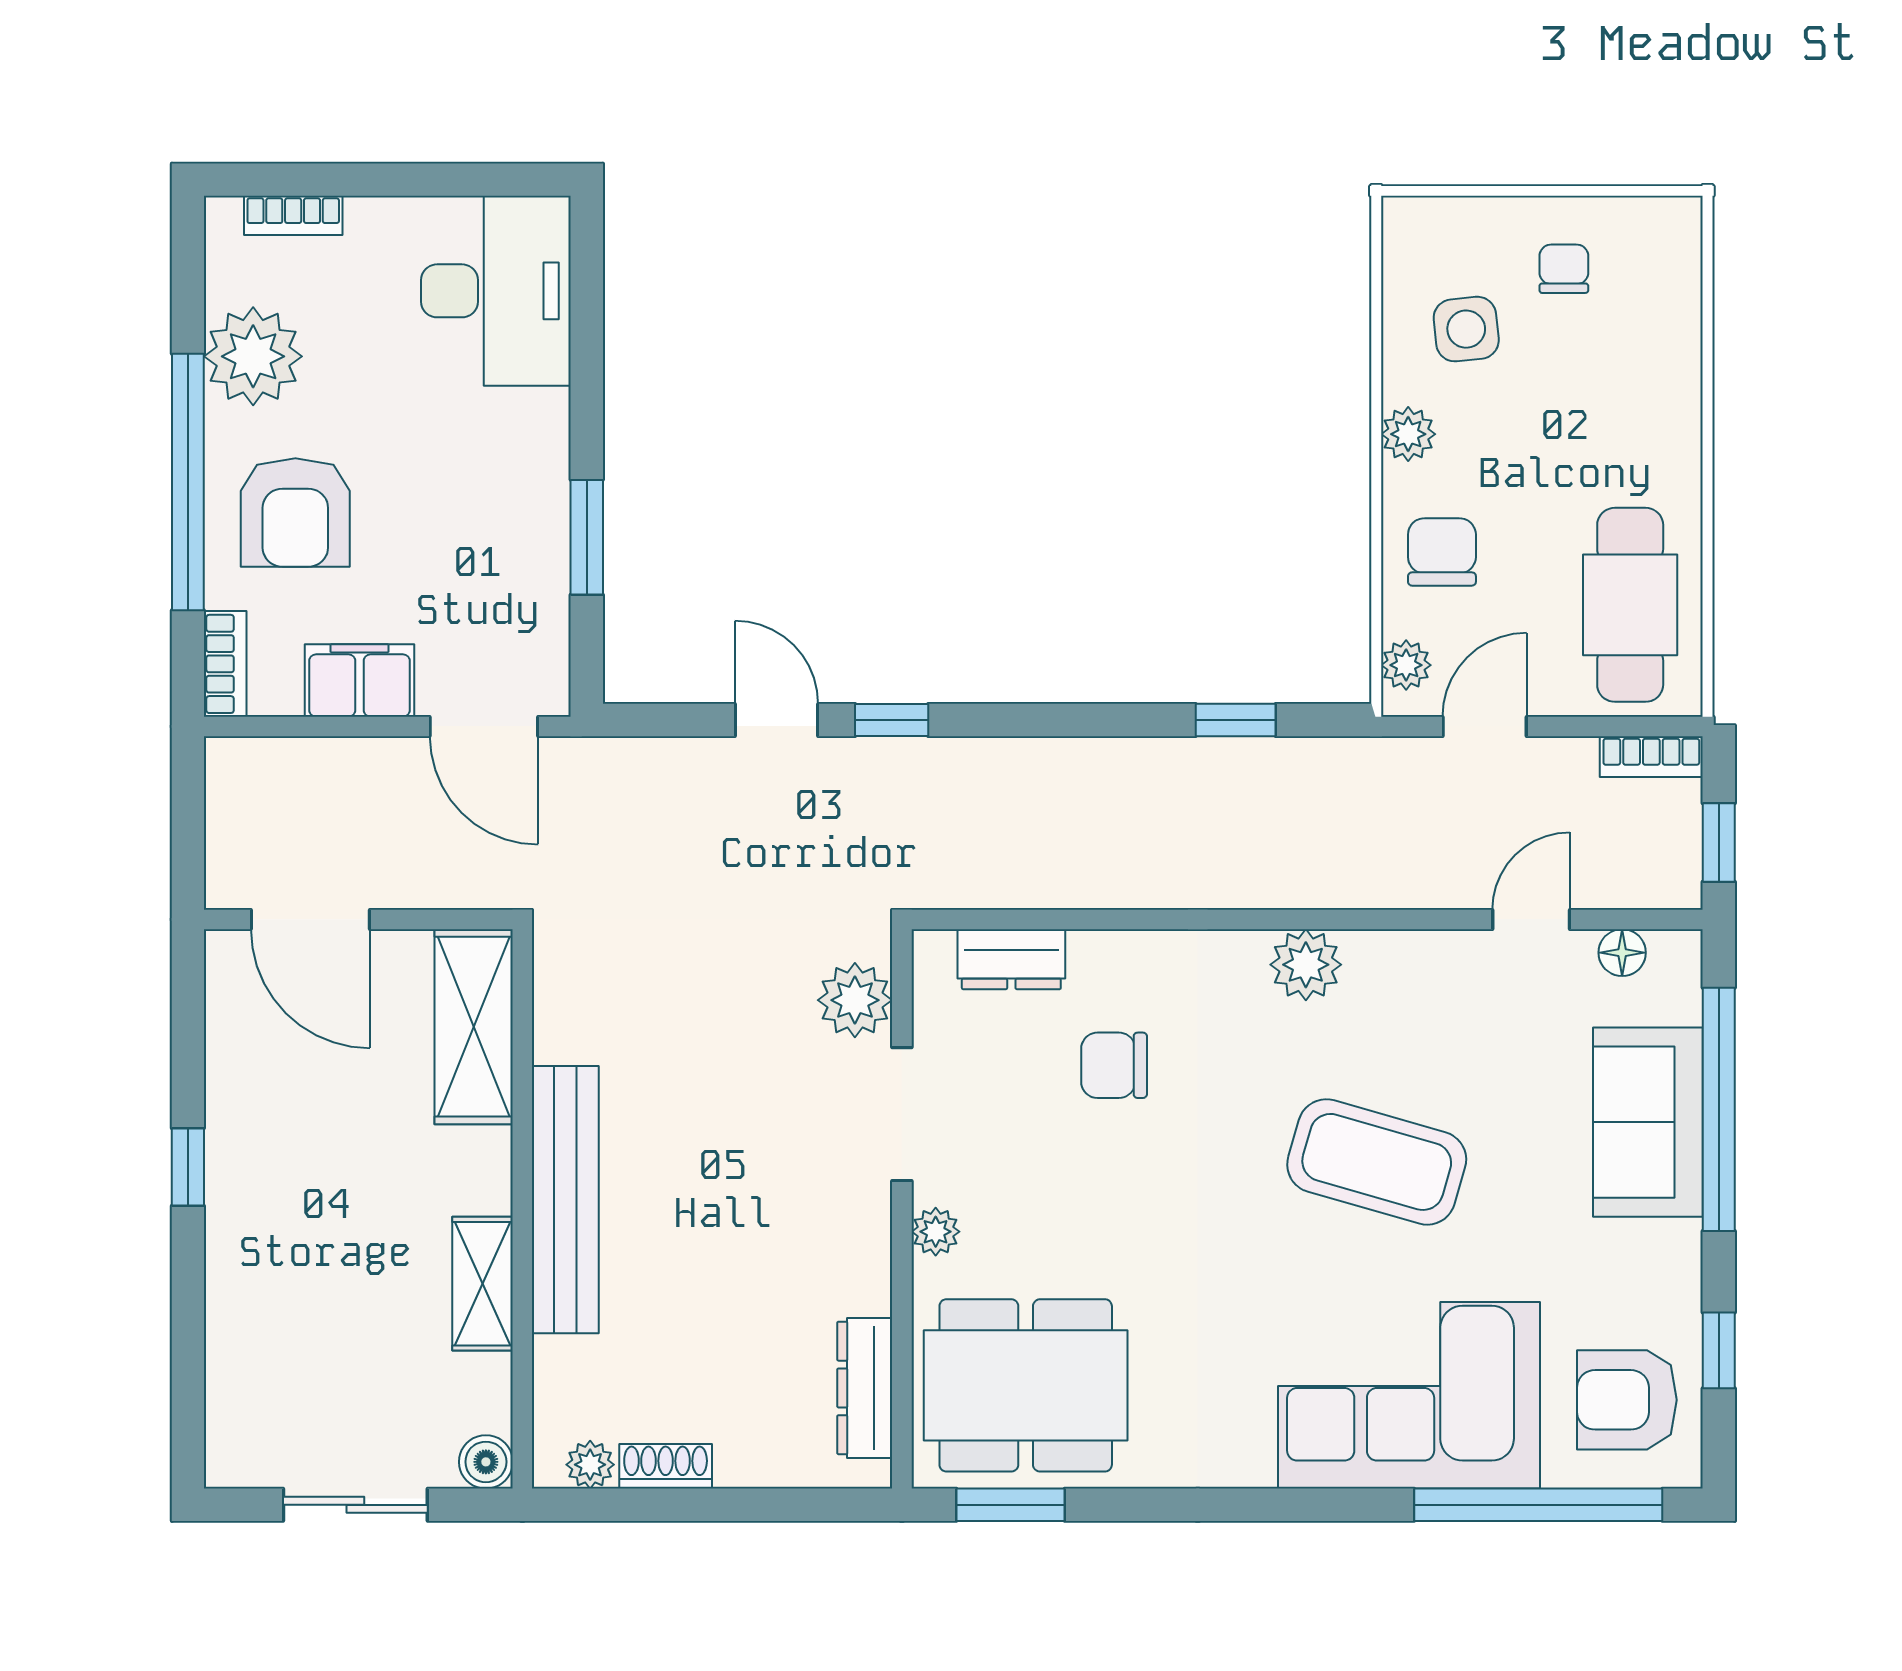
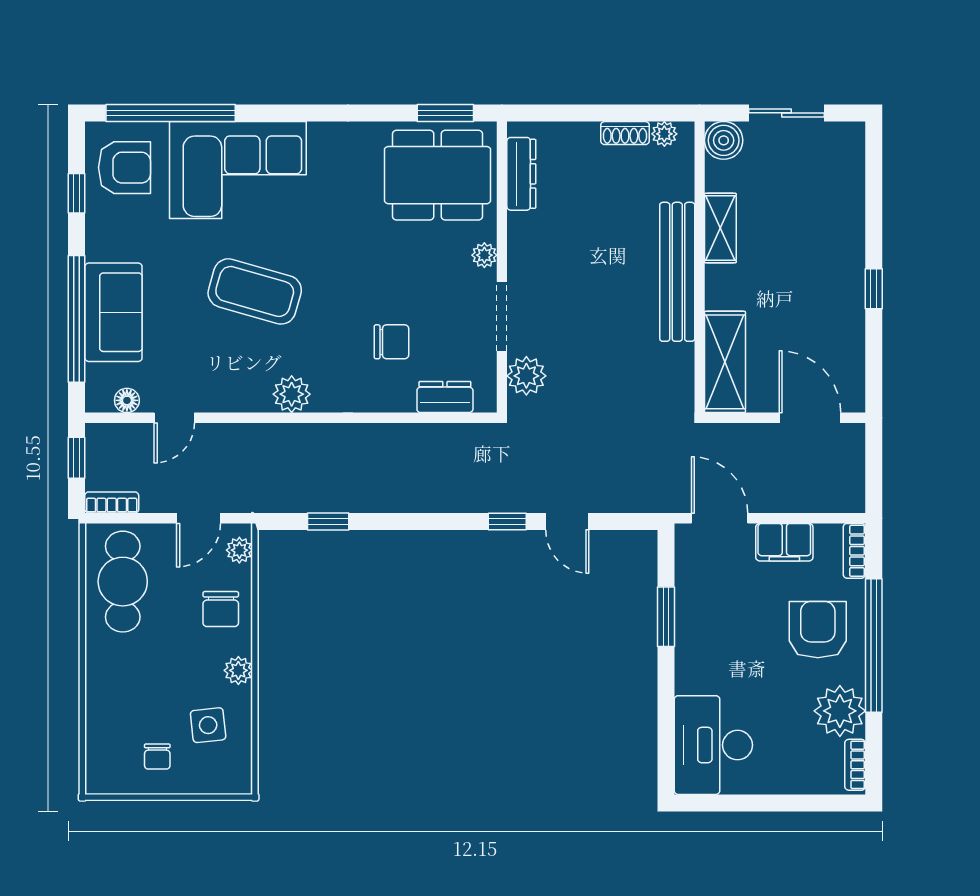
bookcase: (293, 215) -> (855, 765), moved, turned -90
boiler: (486, 1462) -> (724, 140), width x1.36, depth x1.36

